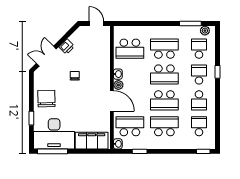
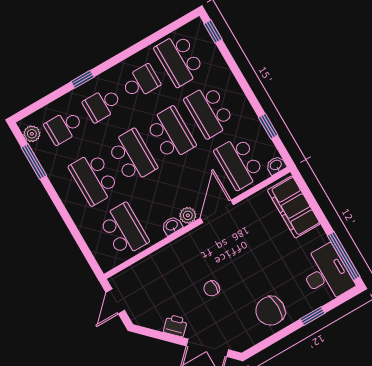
school desk: (199, 126) -> (179, 60), width x1.85
desk: (54, 134) -> (326, 274), width x0.73, depth x0.77

